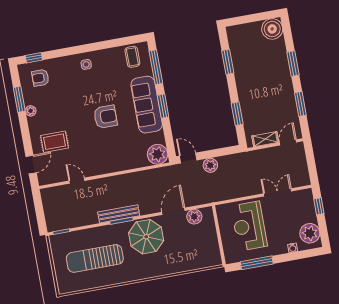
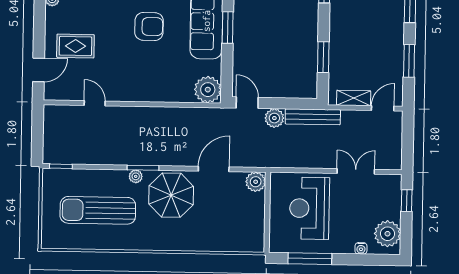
bench: (119, 214) -> (313, 117), moved
plant: (194, 217) -> (256, 182), moved
plant: (118, 228) -> (136, 176), added

